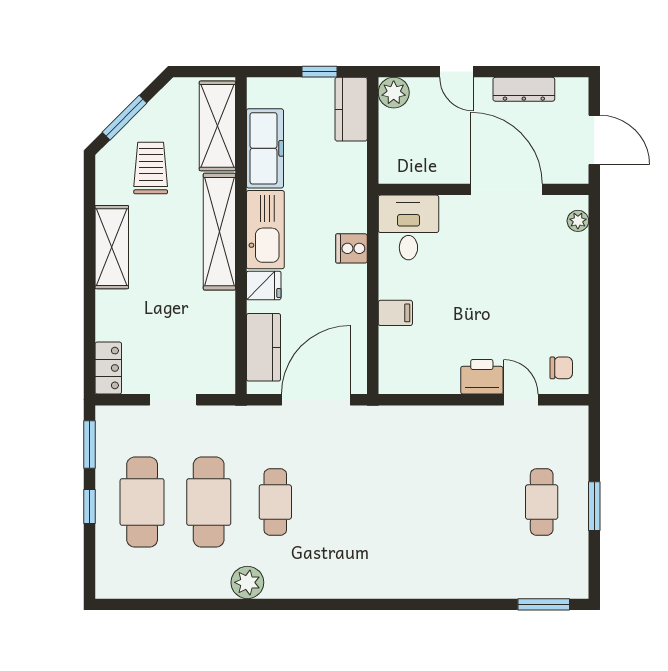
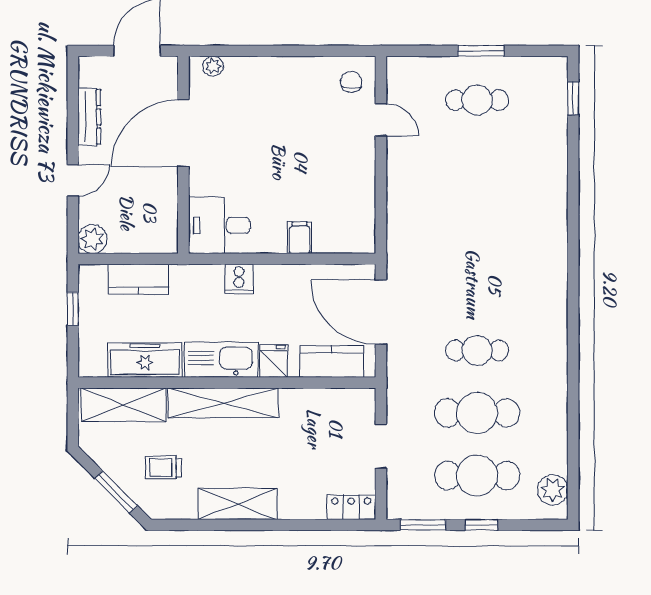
kitchen counter: (351, 109) -> (139, 279), moved
trolley: (151, 168) -> (163, 467), width x0.73, depth x0.72
printer: (482, 377) -> (359, 156), removed
door: (521, 400) -> (381, 120), swing flipped
plant: (247, 582) -> (553, 490), moved
window: (544, 604) -> (573, 98), width x0.67

